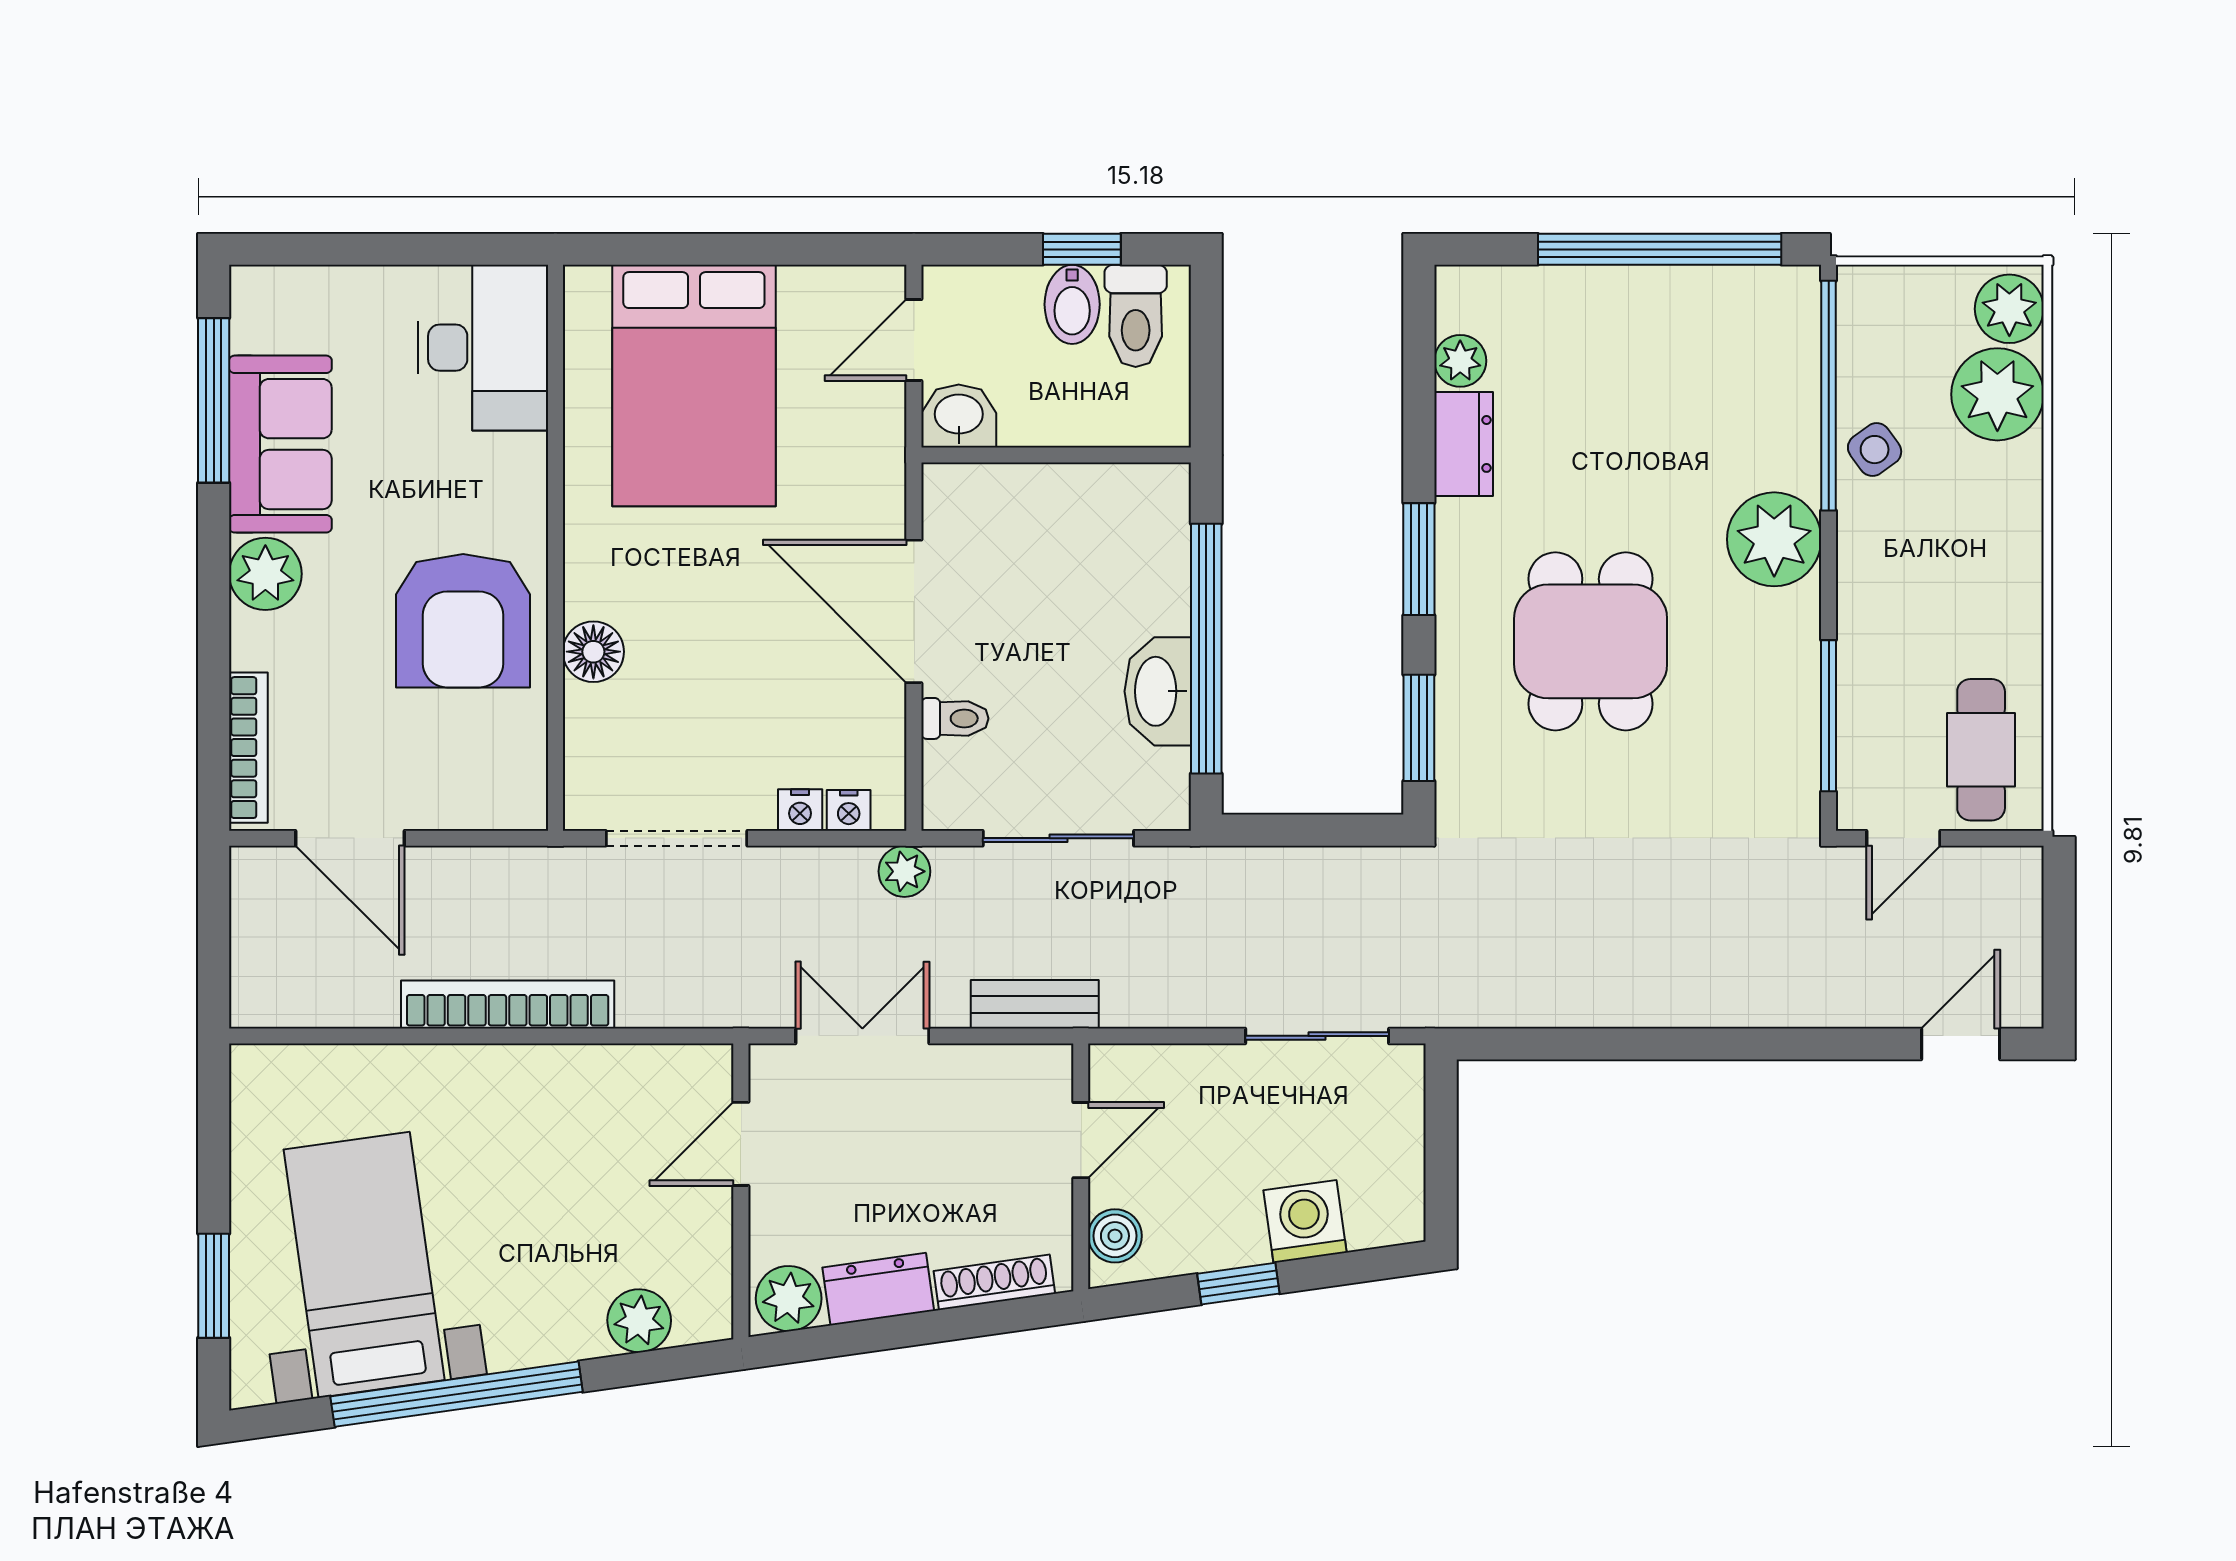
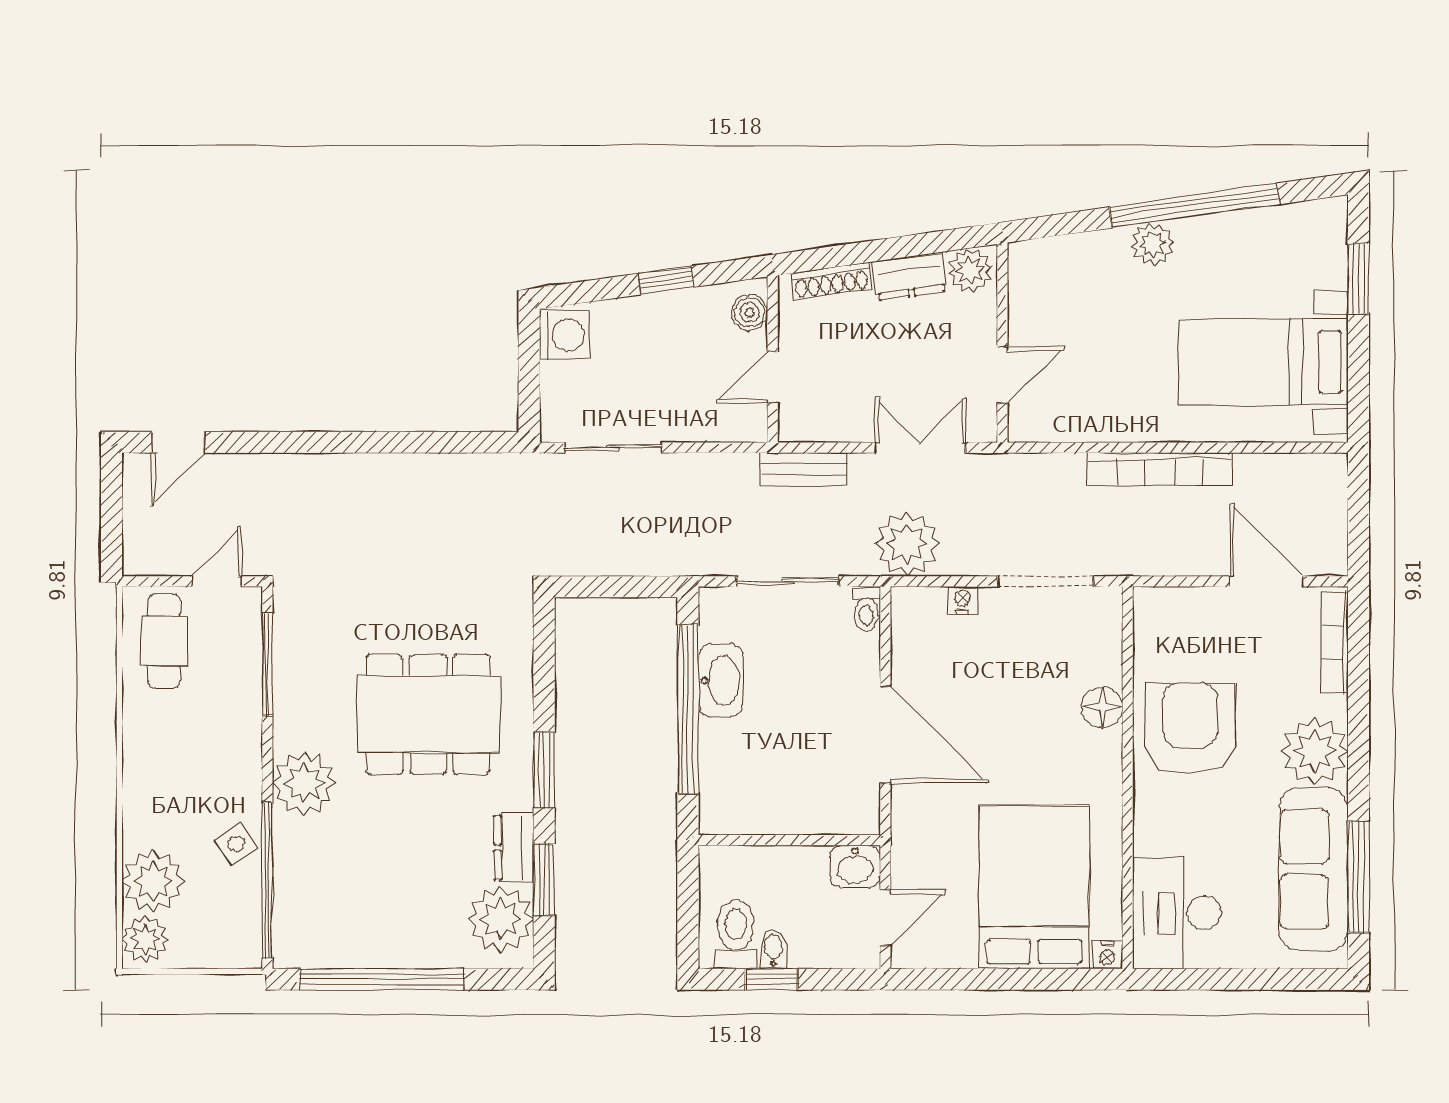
bidet: (1072, 304) -> (773, 949), width x0.72, depth x0.74
plant: (1460, 361) -> (501, 919), width x1.87, depth x1.87
sofa: (280, 444) -> (1313, 869), width x1.36
plant: (265, 574) -> (1315, 751), width x1.36, depth x1.36
dining table: (1591, 641) -> (428, 714), width x1.38
toilet: (955, 718) -> (866, 609), moved, turned -90
window: (1419, 728) -> (544, 879), moved
nightstand: (849, 810) -> (1107, 955), moved, turned 180
plant: (904, 871) -> (907, 544), width x1.87, depth x1.87
double door: (862, 1036) -> (920, 448), swing flipped
washing machine: (1305, 1221) -> (564, 335), moved, turned -82
bed with nightstands: (364, 1265) -> (1263, 362), moved, turned 98
plant: (639, 1321) -> (1152, 244), moved

